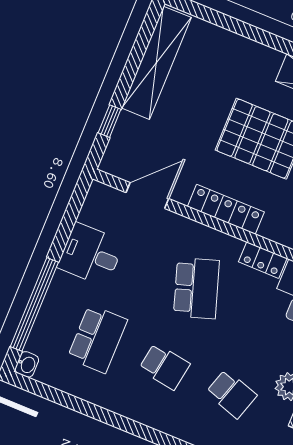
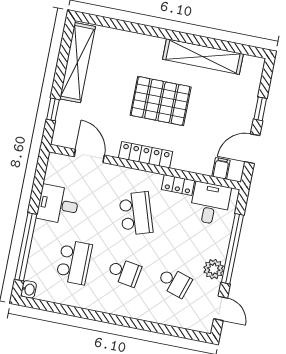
door: (147, 196) -> (89, 156), hinge flipped

